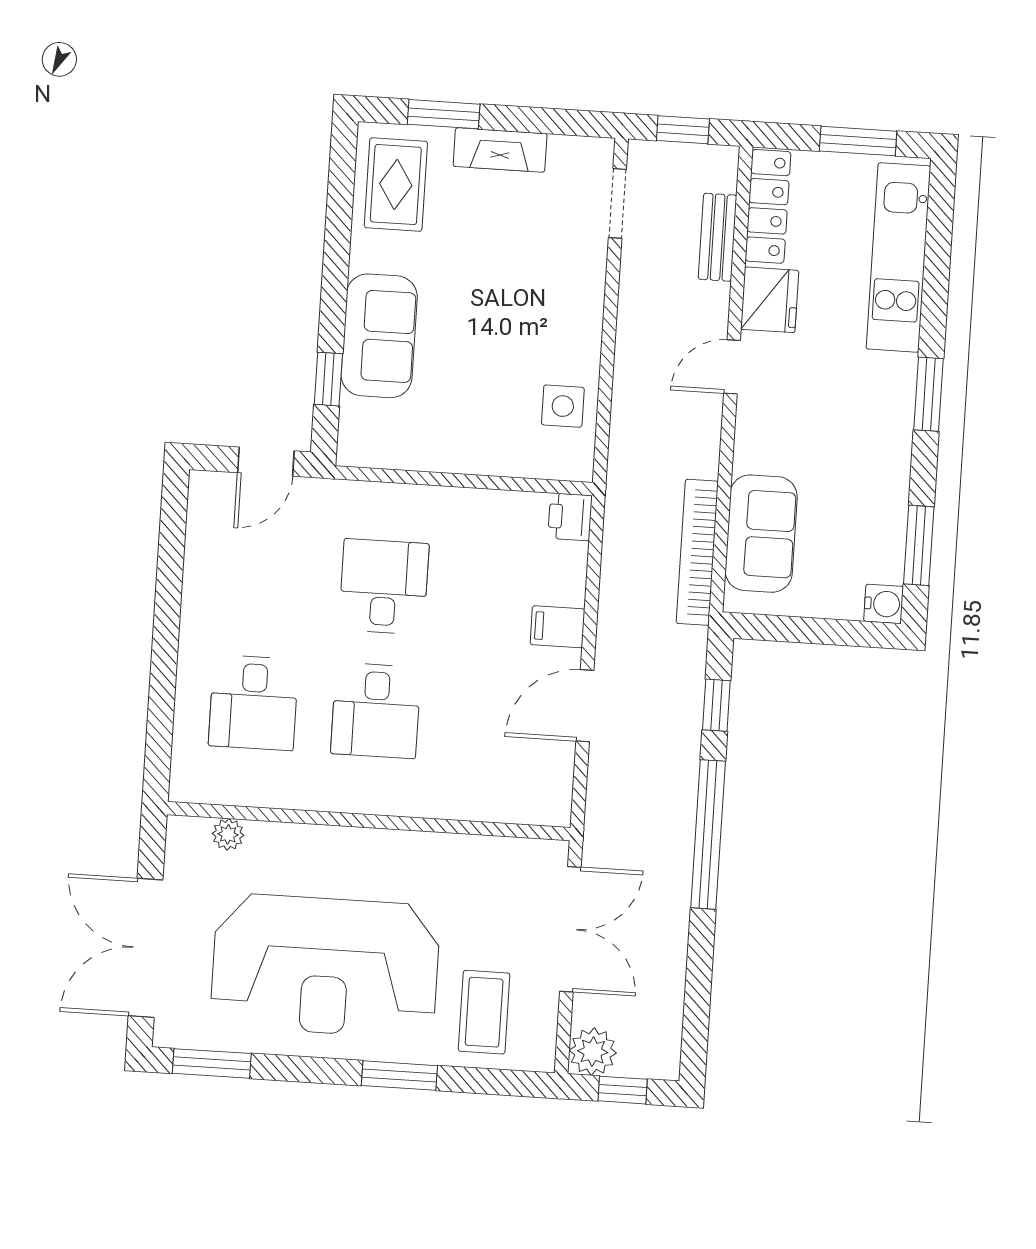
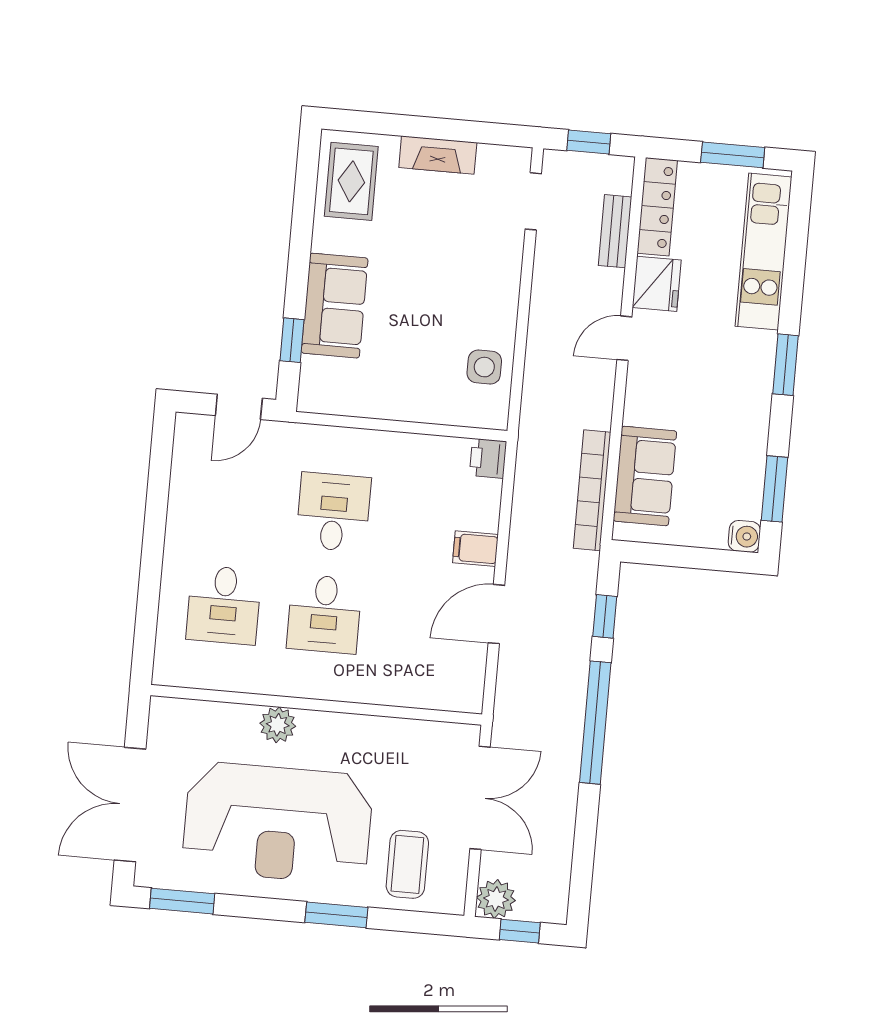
window: (444, 114) -> (392, 124), removed
plant: (228, 834) -> (278, 725), moved, width x1.38, depth x1.38

